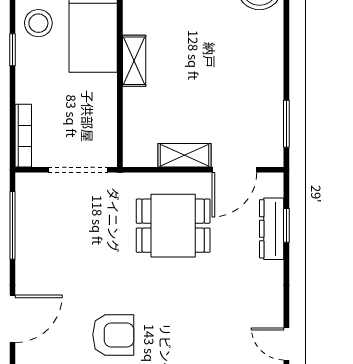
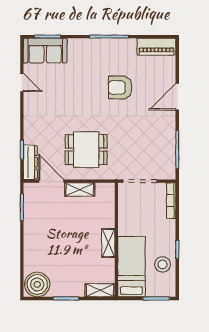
door: (234, 170) -> (51, 181), hinge flipped
dresser: (272, 229) -> (30, 162), moved

